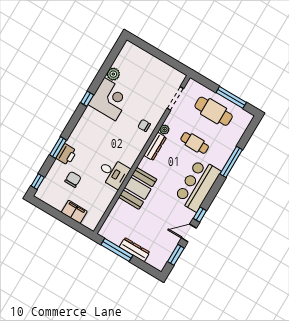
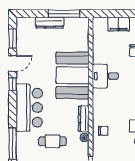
booth: (138, 188) -> (73, 75), width x1.36, depth x1.42

